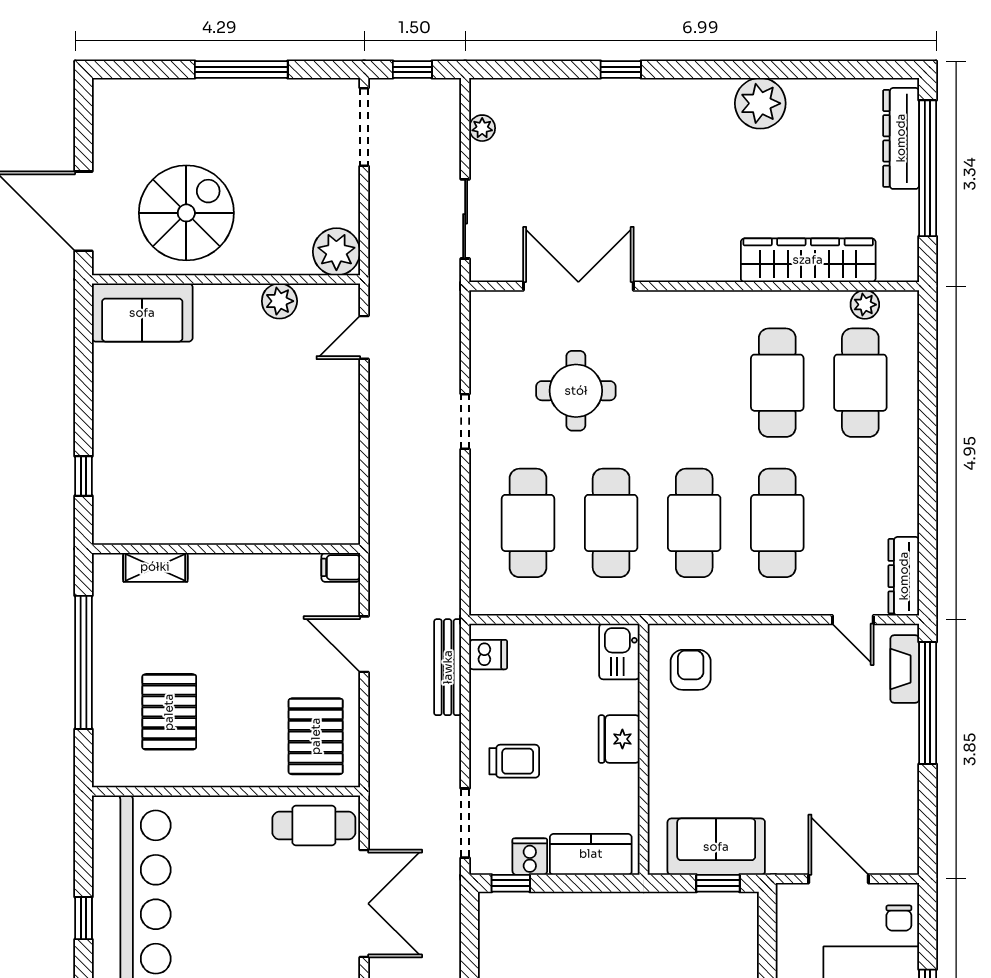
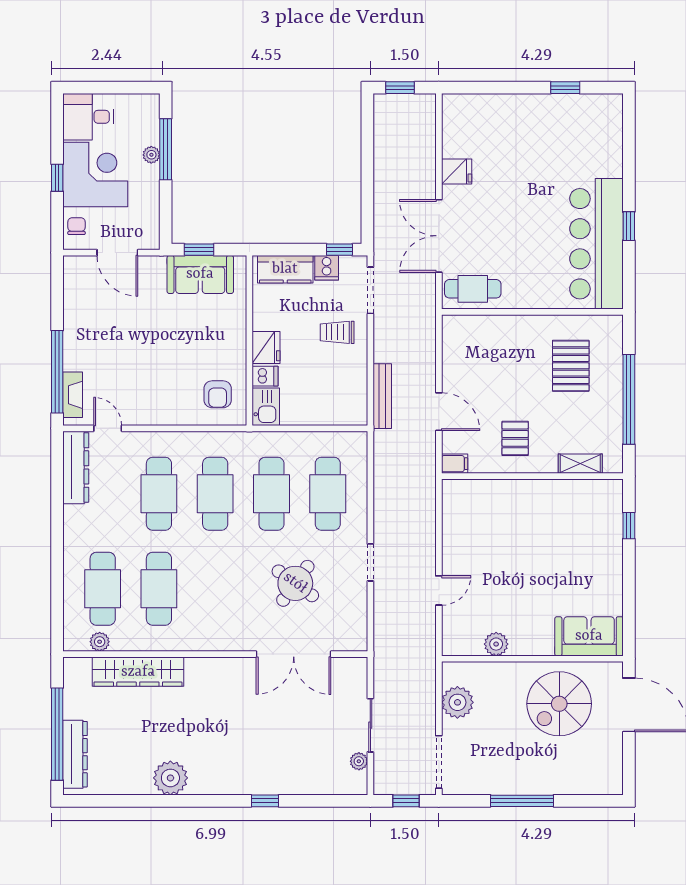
sliding door: (465, 219) -> (370, 725), moved
plant: (336, 252) -> (457, 702), moved
door: (364, 337) -> (439, 590), moved
round table: (576, 391) -> (295, 583), turned 36
dresser: (904, 576) -> (76, 467), width x1.37, depth x1.24
dishwasher: (488, 655) -> (265, 376), moved, turned 180
pallet: (316, 736) -> (515, 438), moved, width x0.67, depth x0.71

